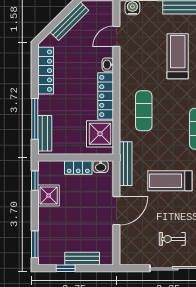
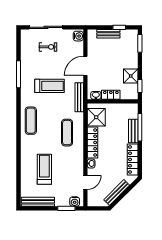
treadmill: (178, 56) -> (44, 169), turned 180
bench: (45, 133) -> (133, 131), moved
water cooler: (127, 255) -> (78, 36), added

